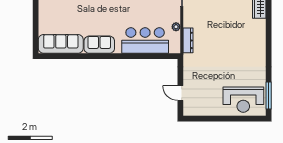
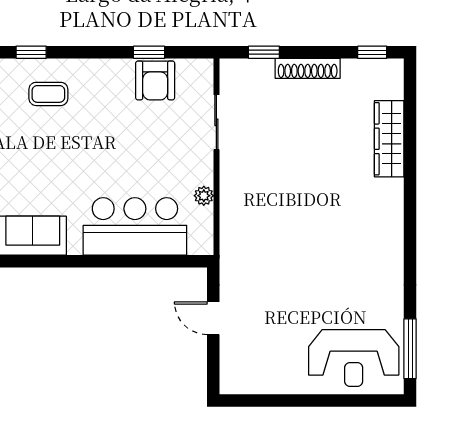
dresser: (188, 40) -> (230, 226), removed
door: (180, 93) -> (213, 318), moved

